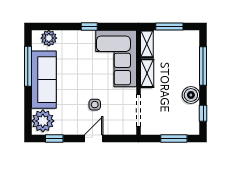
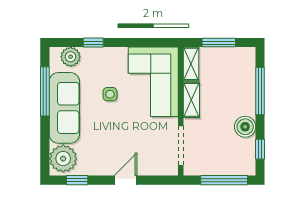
window: (89, 27) -> (93, 43), moved
side table: (95, 105) -> (110, 94), moved
window: (174, 138) -> (224, 180), width x1.44

